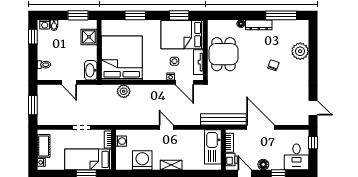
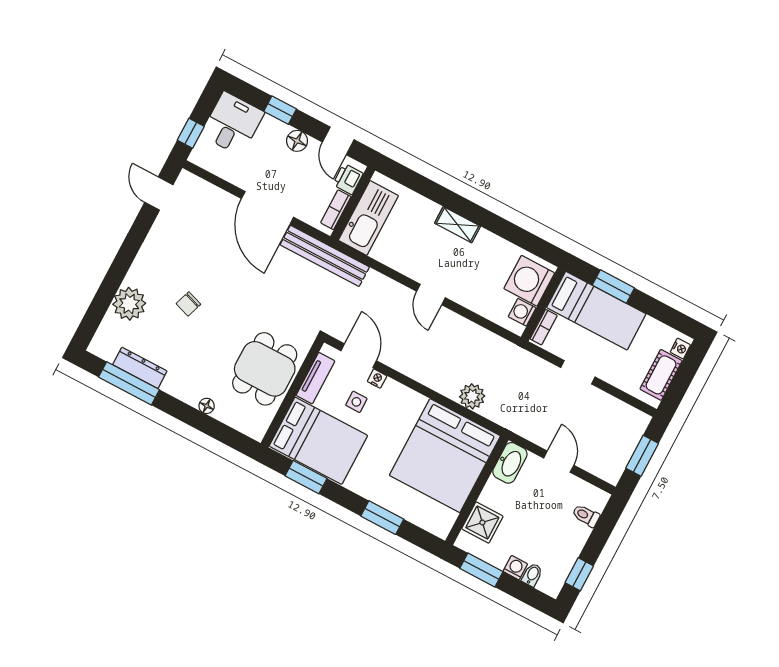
washing machine: (45, 24) -> (515, 568), moved
dresser: (259, 25) -> (140, 368), moved
washing machine: (142, 160) -> (529, 281), moved, turned 90

